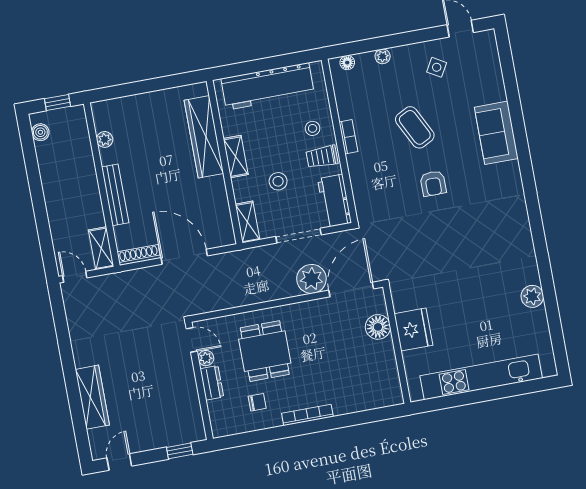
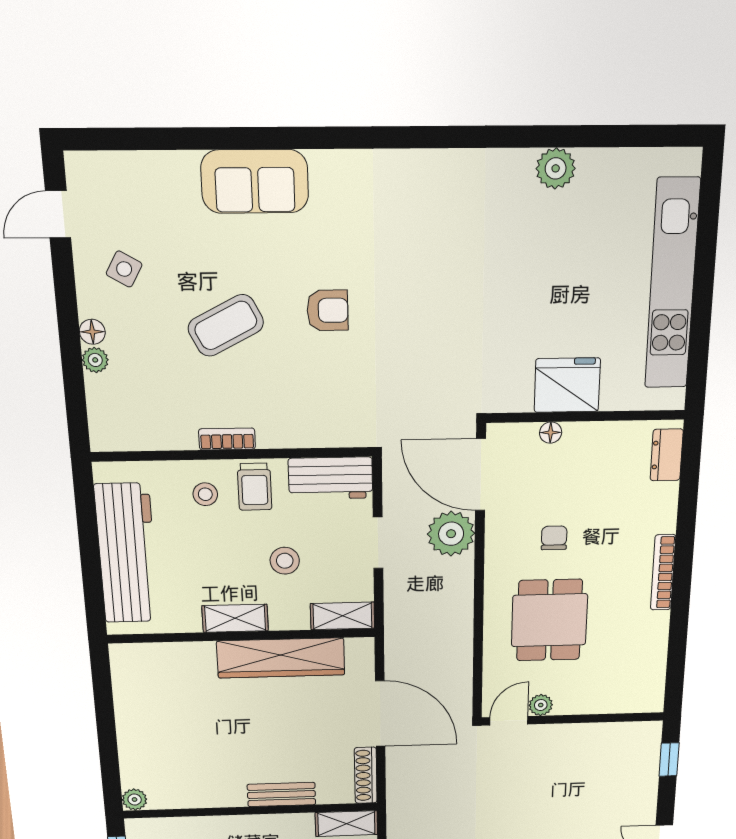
floor lamp: (347, 63) -> (92, 332), moved
wardrobe: (204, 137) -> (281, 658), moved
plant: (105, 139) -> (135, 800), moved
bench: (115, 195) -> (281, 794), width x0.73
doorway: (299, 236) -> (378, 543), width x0.73
door: (184, 257) -> (380, 714), swing flipped
floor lamp: (378, 327) -> (551, 433), width x0.53, depth x0.53
dining table: (265, 351) -> (549, 620), turned 90
dresser: (212, 383) -> (667, 455), moved, turned -90
chair: (257, 402) -> (554, 538), moved

